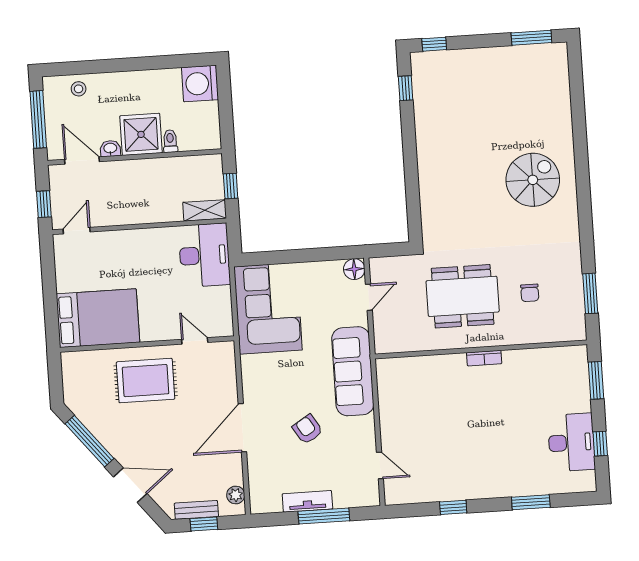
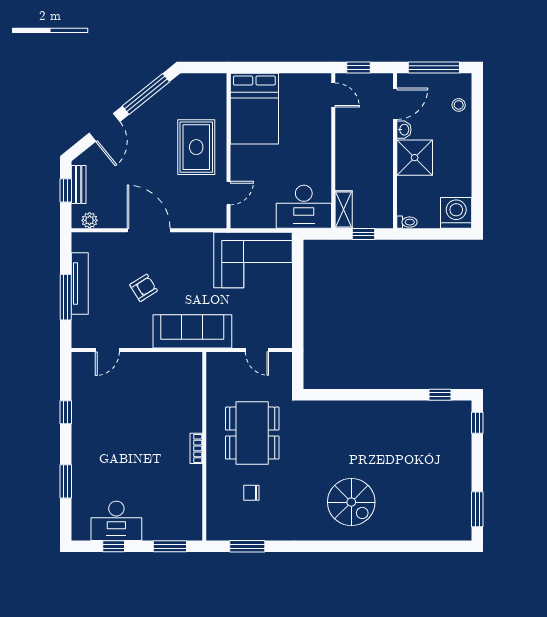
toilet: (170, 141) -> (407, 222), moved
floor lamp: (354, 269) -> (283, 339), removed
tv unit: (307, 501) -> (80, 283), width x1.41

